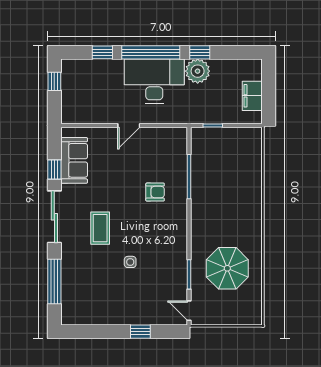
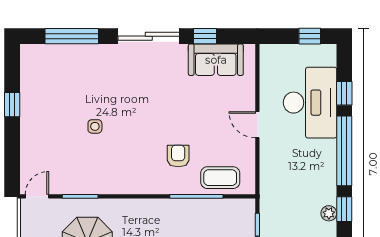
plant: (198, 71) -> (329, 213), width x0.53, depth x0.53
desk: (154, 81) -> (310, 103), moved
armchair: (155, 192) -> (178, 156), turned 180
coffee table: (100, 228) -> (220, 178), moved
window: (140, 332) -> (12, 105), moved

